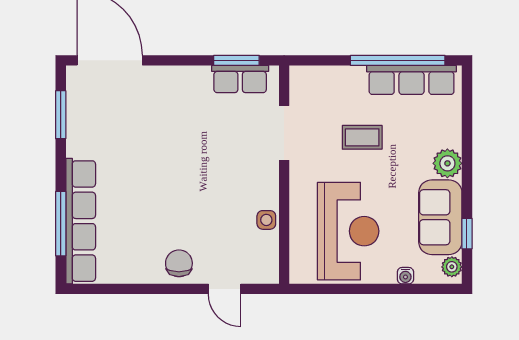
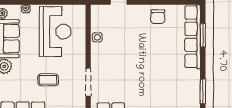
window: (61, 224) -> (203, 35), width x0.69
reception desk: (348, 231) -> (55, 32), turned 180
chair: (179, 263) -> (158, 17), moved

